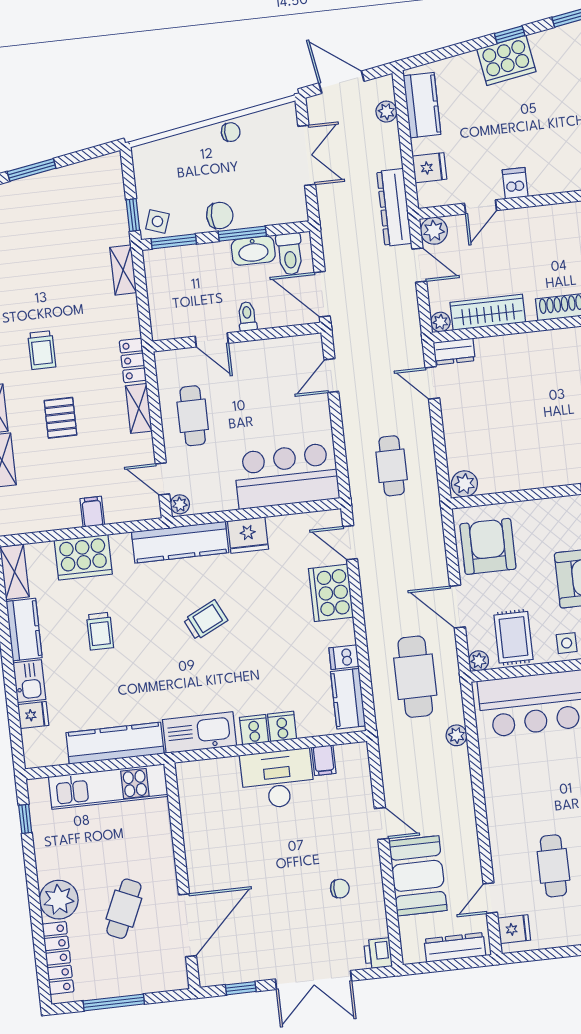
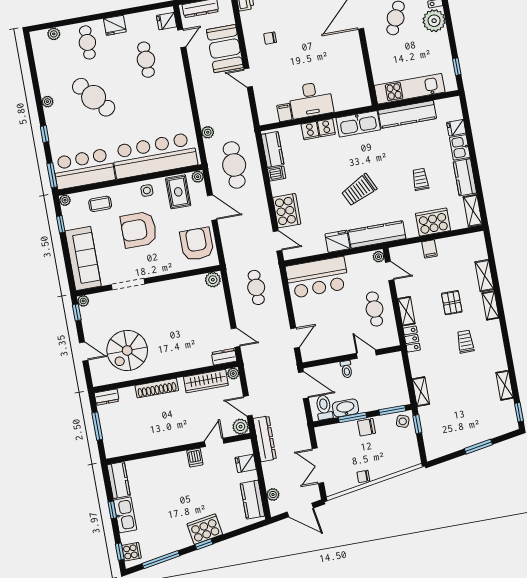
armchair: (488, 546) -> (197, 244), turned 180
trolley: (205, 620) -> (359, 190), width x1.36, depth x1.39

